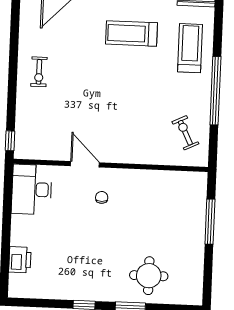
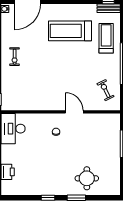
treadmill: (131, 33) -> (70, 31), width x1.37, depth x1.38
door: (85, 164) -> (74, 112), moved

